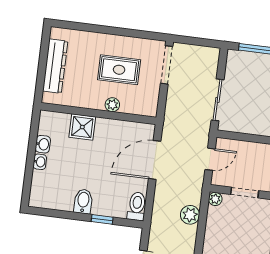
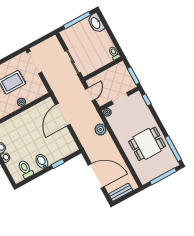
shower: (82, 127) -> (14, 124), removed
toilet: (137, 206) -> (25, 169), moved

